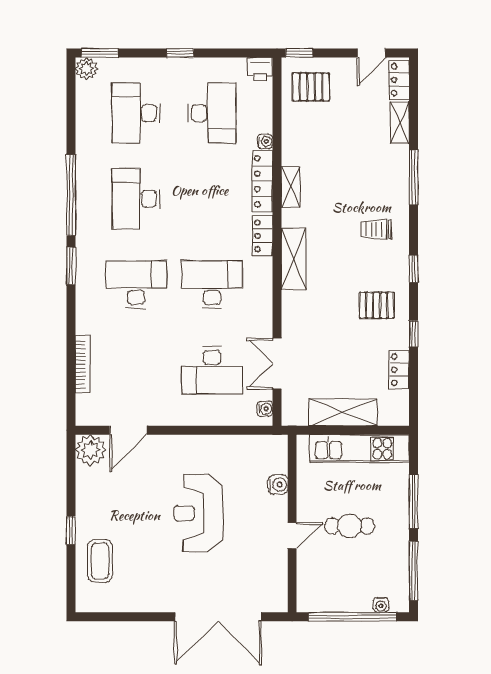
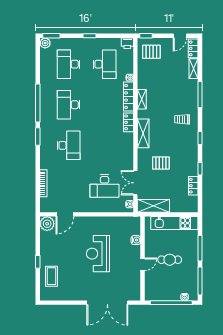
desk: (136, 285) -> (69, 145), turned 90
desk: (212, 285) -> (105, 145), removed
pallet: (377, 305) -> (161, 163), moved
shelving: (343, 412) -> (153, 206), moved

